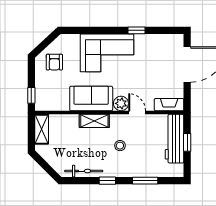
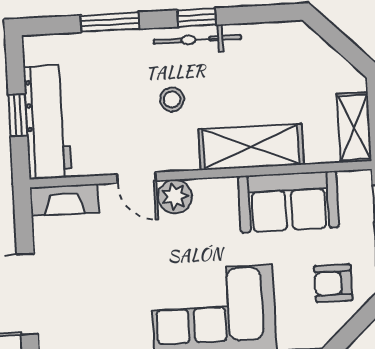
armchair: (54, 62) -> (333, 283), turned -90
sofa: (91, 98) -> (288, 202), moved
shelving: (94, 121) -> (251, 147), width x1.50, depth x1.33
bicycle: (84, 171) -> (197, 39), moved

